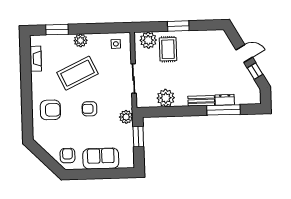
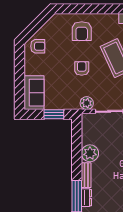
plant: (166, 98) -> (90, 153), moved
plant: (126, 117) -> (87, 103), moved
sofa: (101, 159) -> (34, 93), moved

